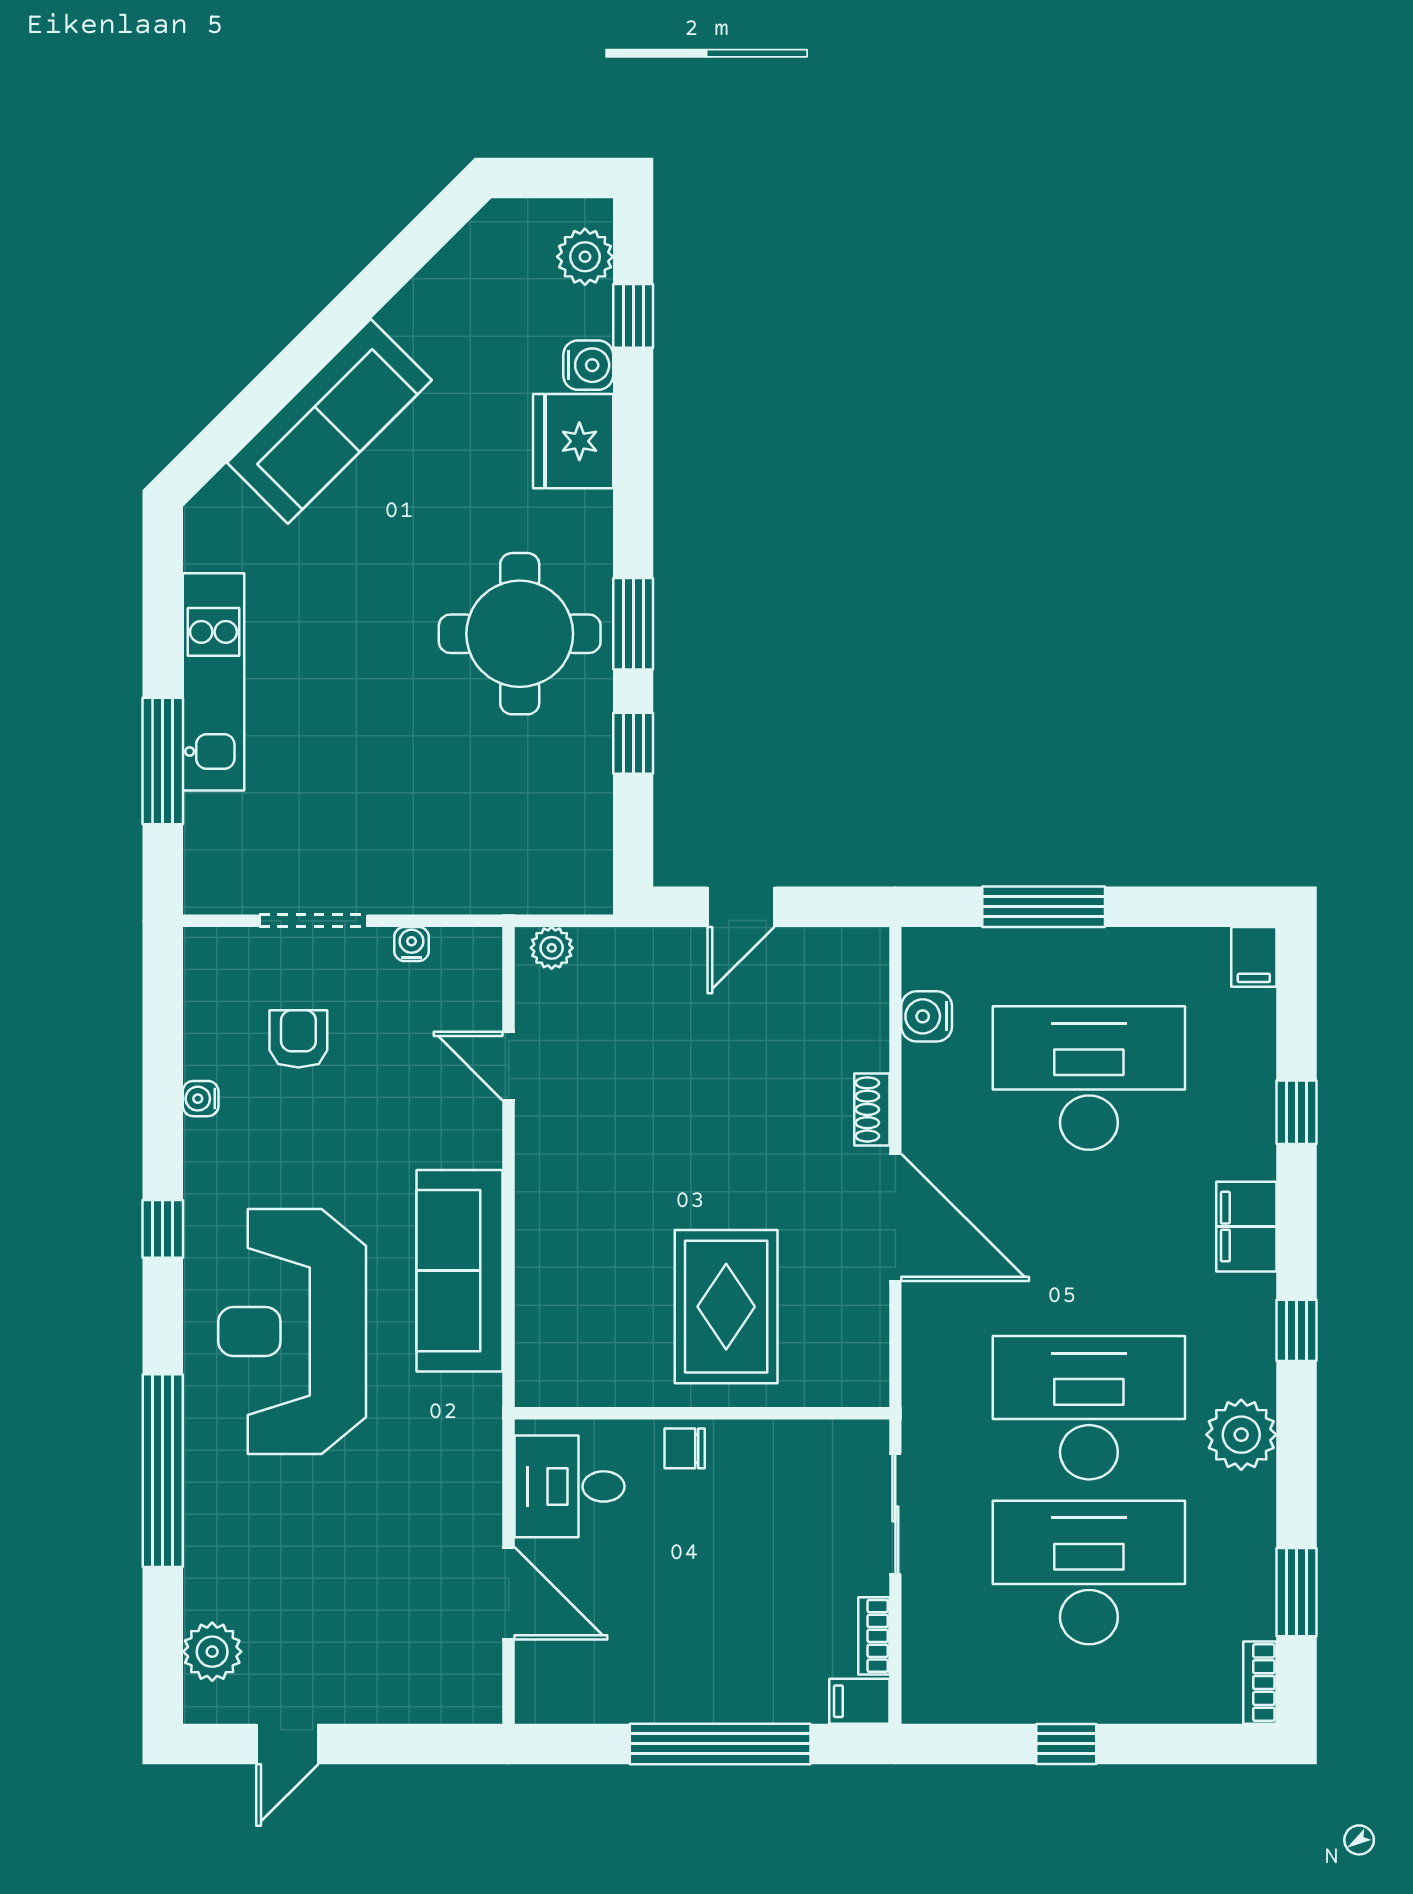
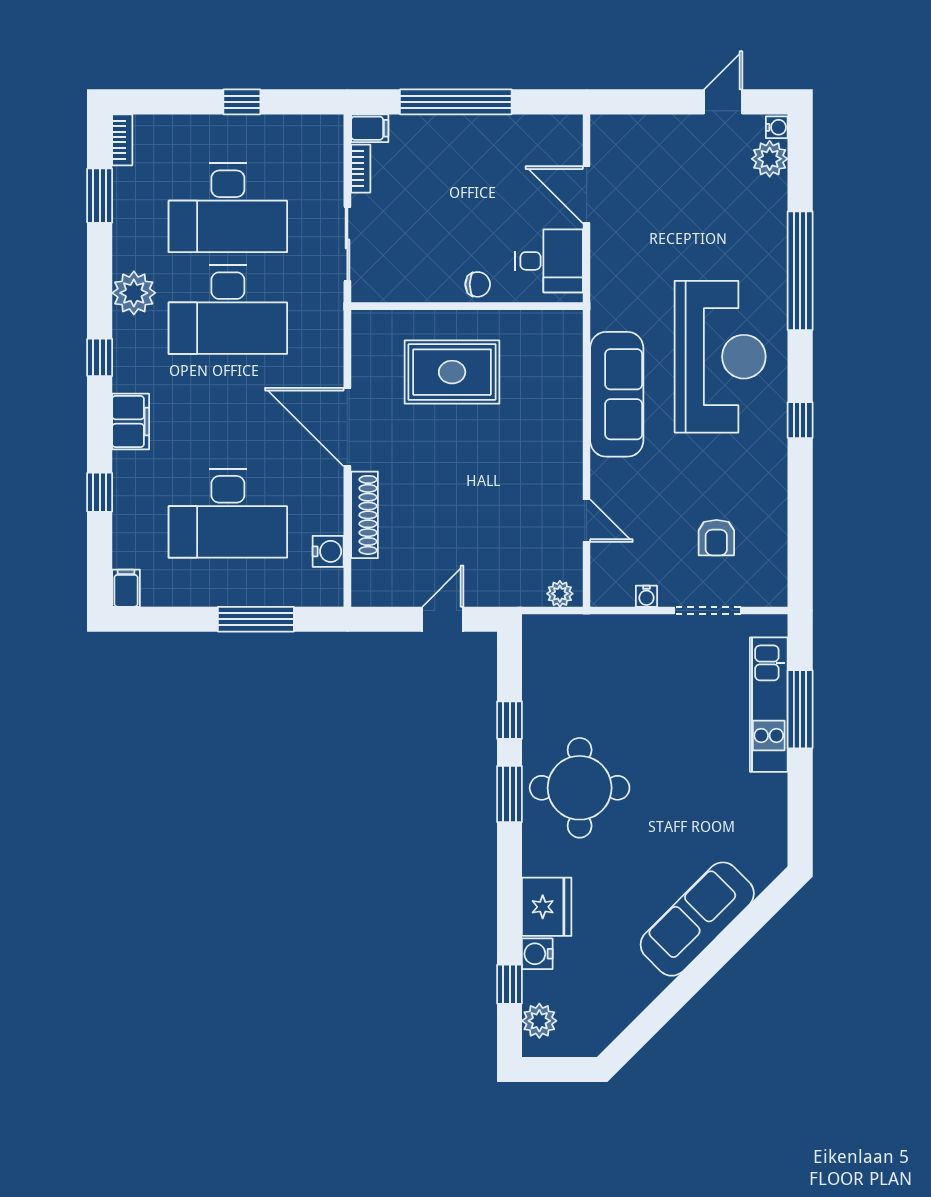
kitchen unit: (213, 682) -> (769, 705), moved
water cooler: (201, 1099) -> (777, 127), moved
shoe rack: (872, 1109) -> (365, 515), width x1.94, depth x1.24
rug: (726, 1307) -> (452, 372), turned 90

